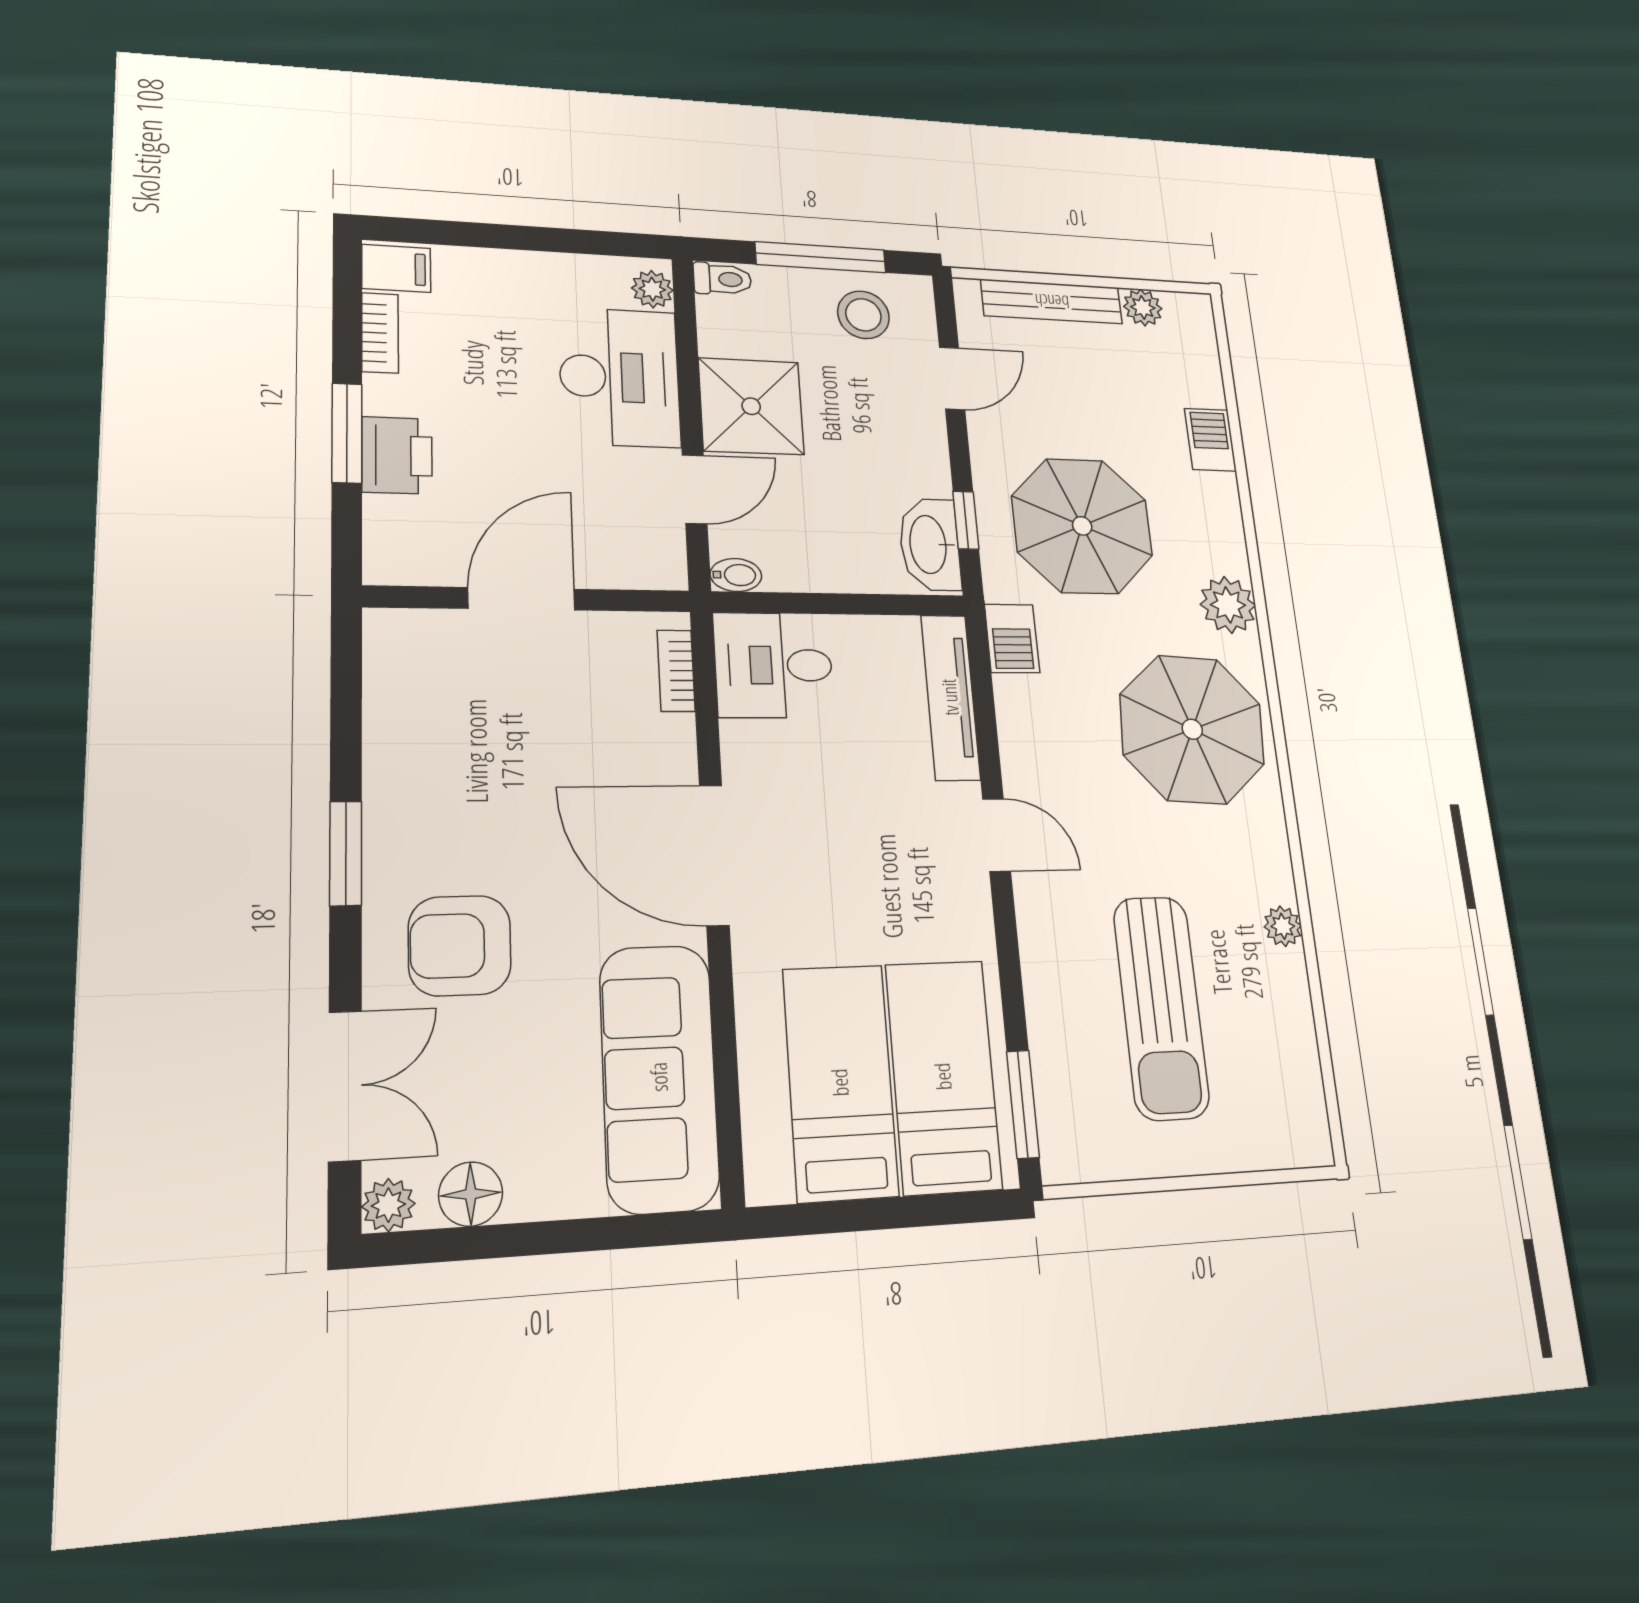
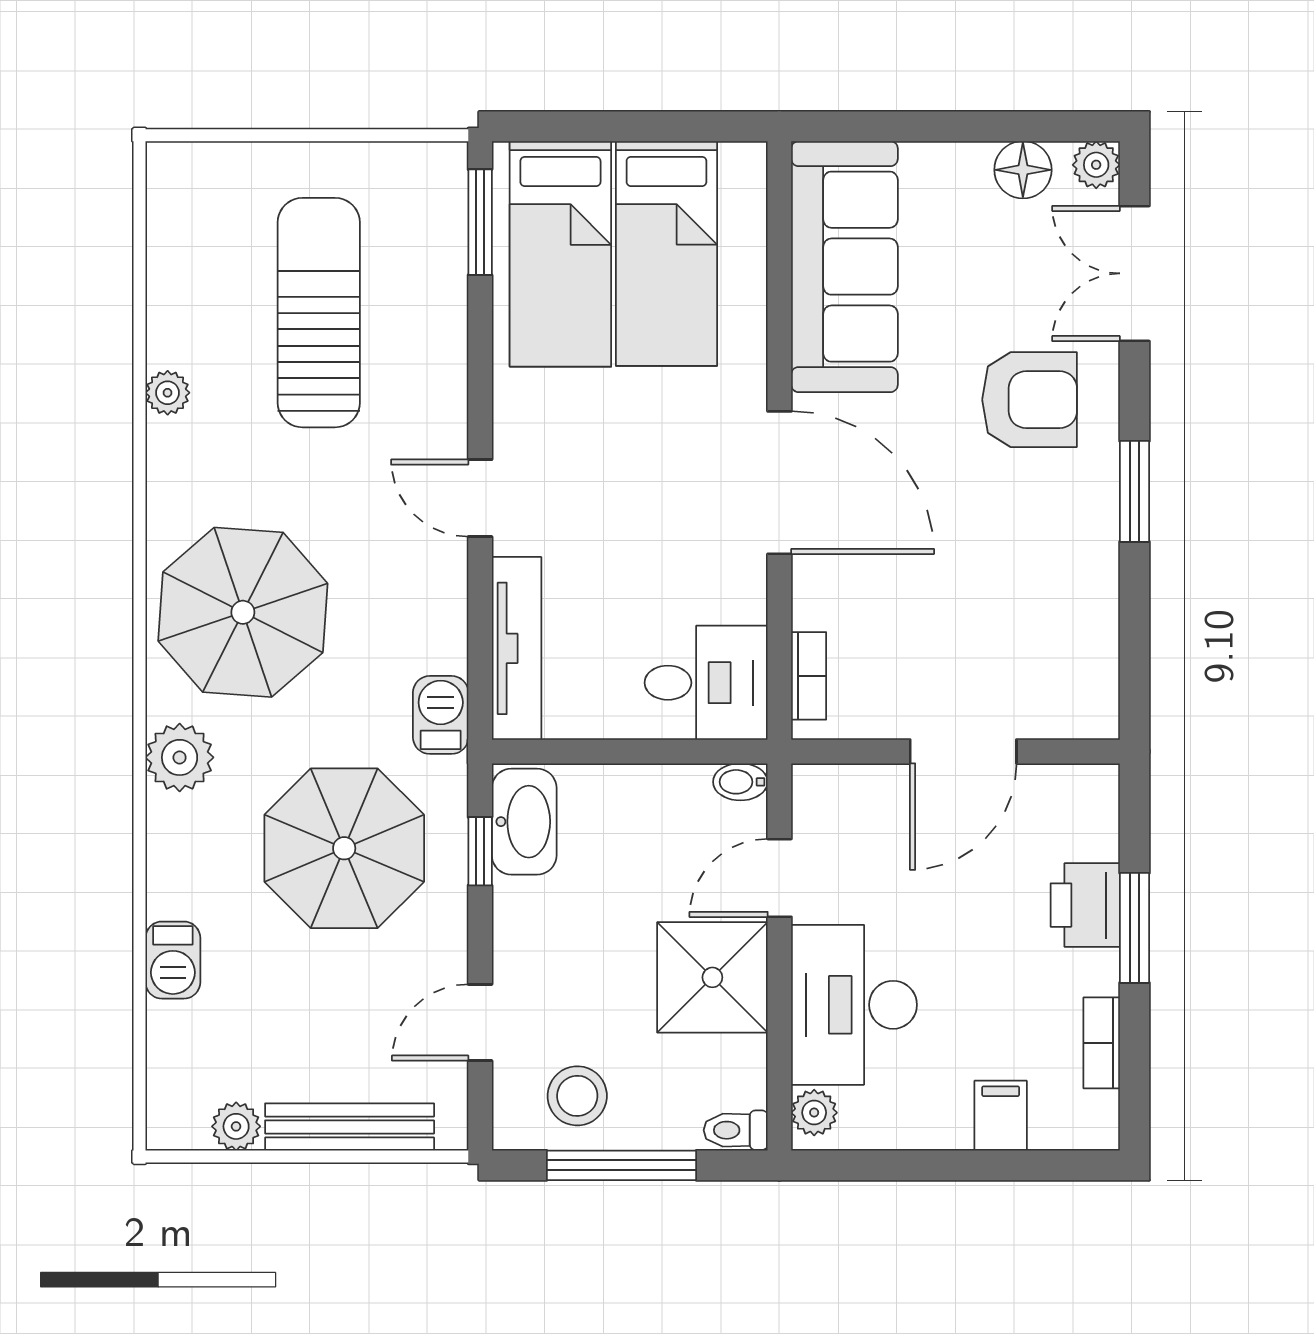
filing cabinet: (396, 268) -> (1001, 1116), moved, turned 90

